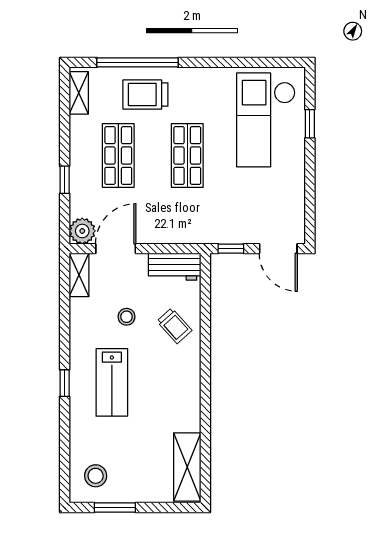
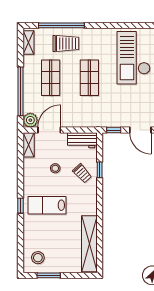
trolley: (145, 94) -> (66, 43), turned 180
window: (65, 180) -> (20, 91), width x3.17
window: (205, 320) -> (100, 170), added
lab bench: (112, 382) -> (47, 205), turned 90
shelving: (187, 467) -> (89, 244), width x1.47

